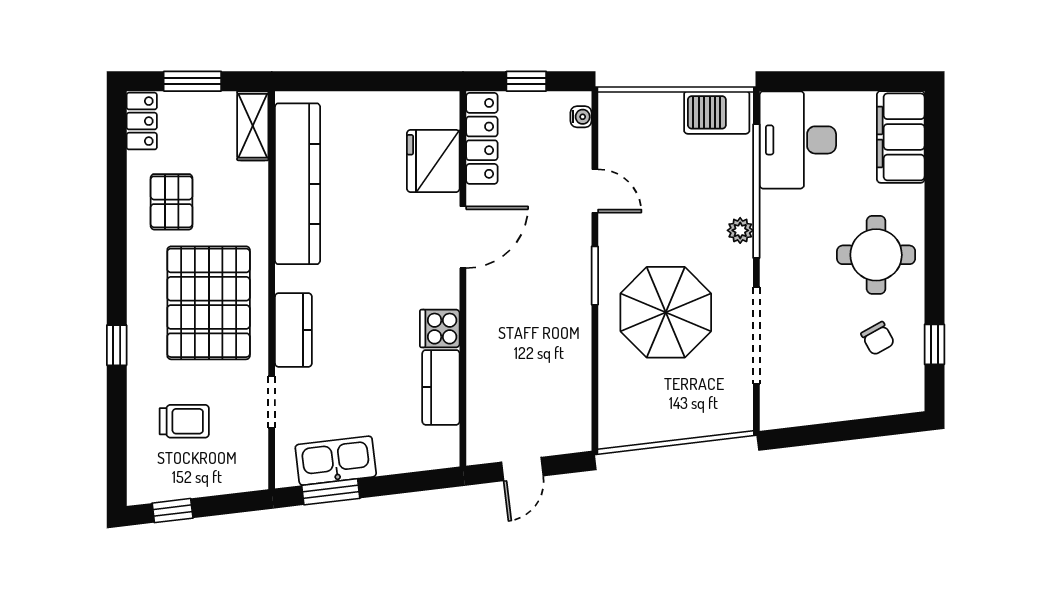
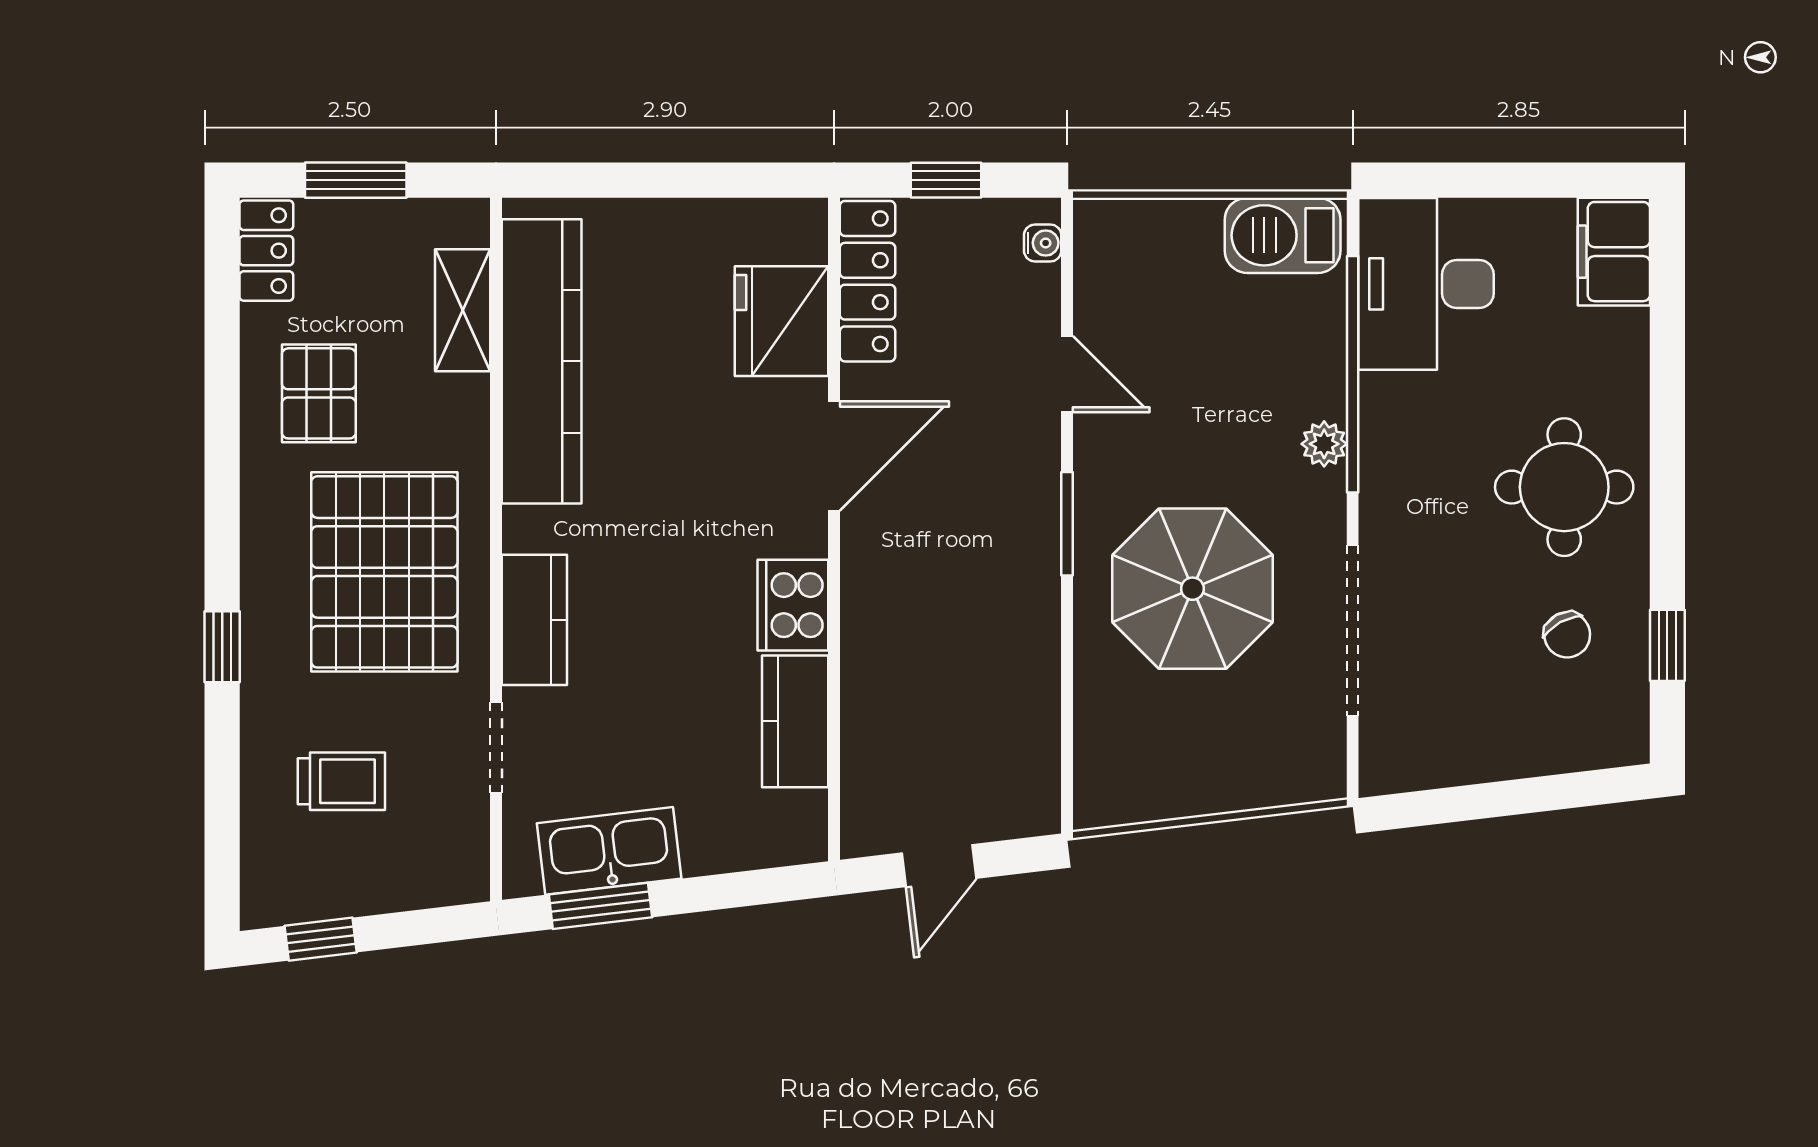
shelving: (253, 126) -> (463, 310), moved
filing cabinet: (901, 137) -> (1614, 252), width x0.67, depth x0.86
cooker: (440, 329) -> (793, 605), width x1.36

